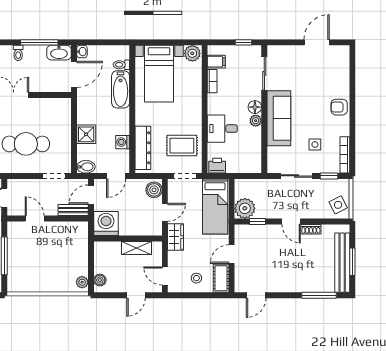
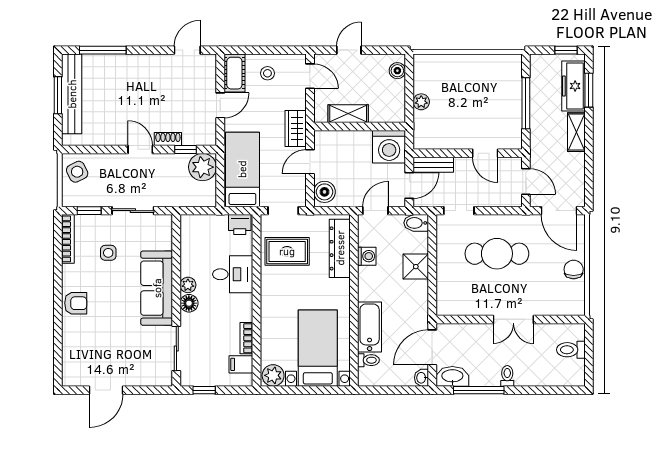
shoe rack: (311, 229) -> (168, 139), moved
plant: (82, 282) -> (421, 102), moved

